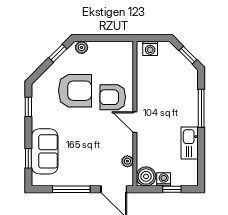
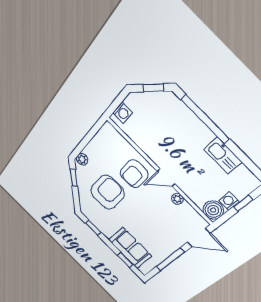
window: (201, 108) -> (205, 119), width x1.46
plant: (127, 161) -> (177, 199), moved

